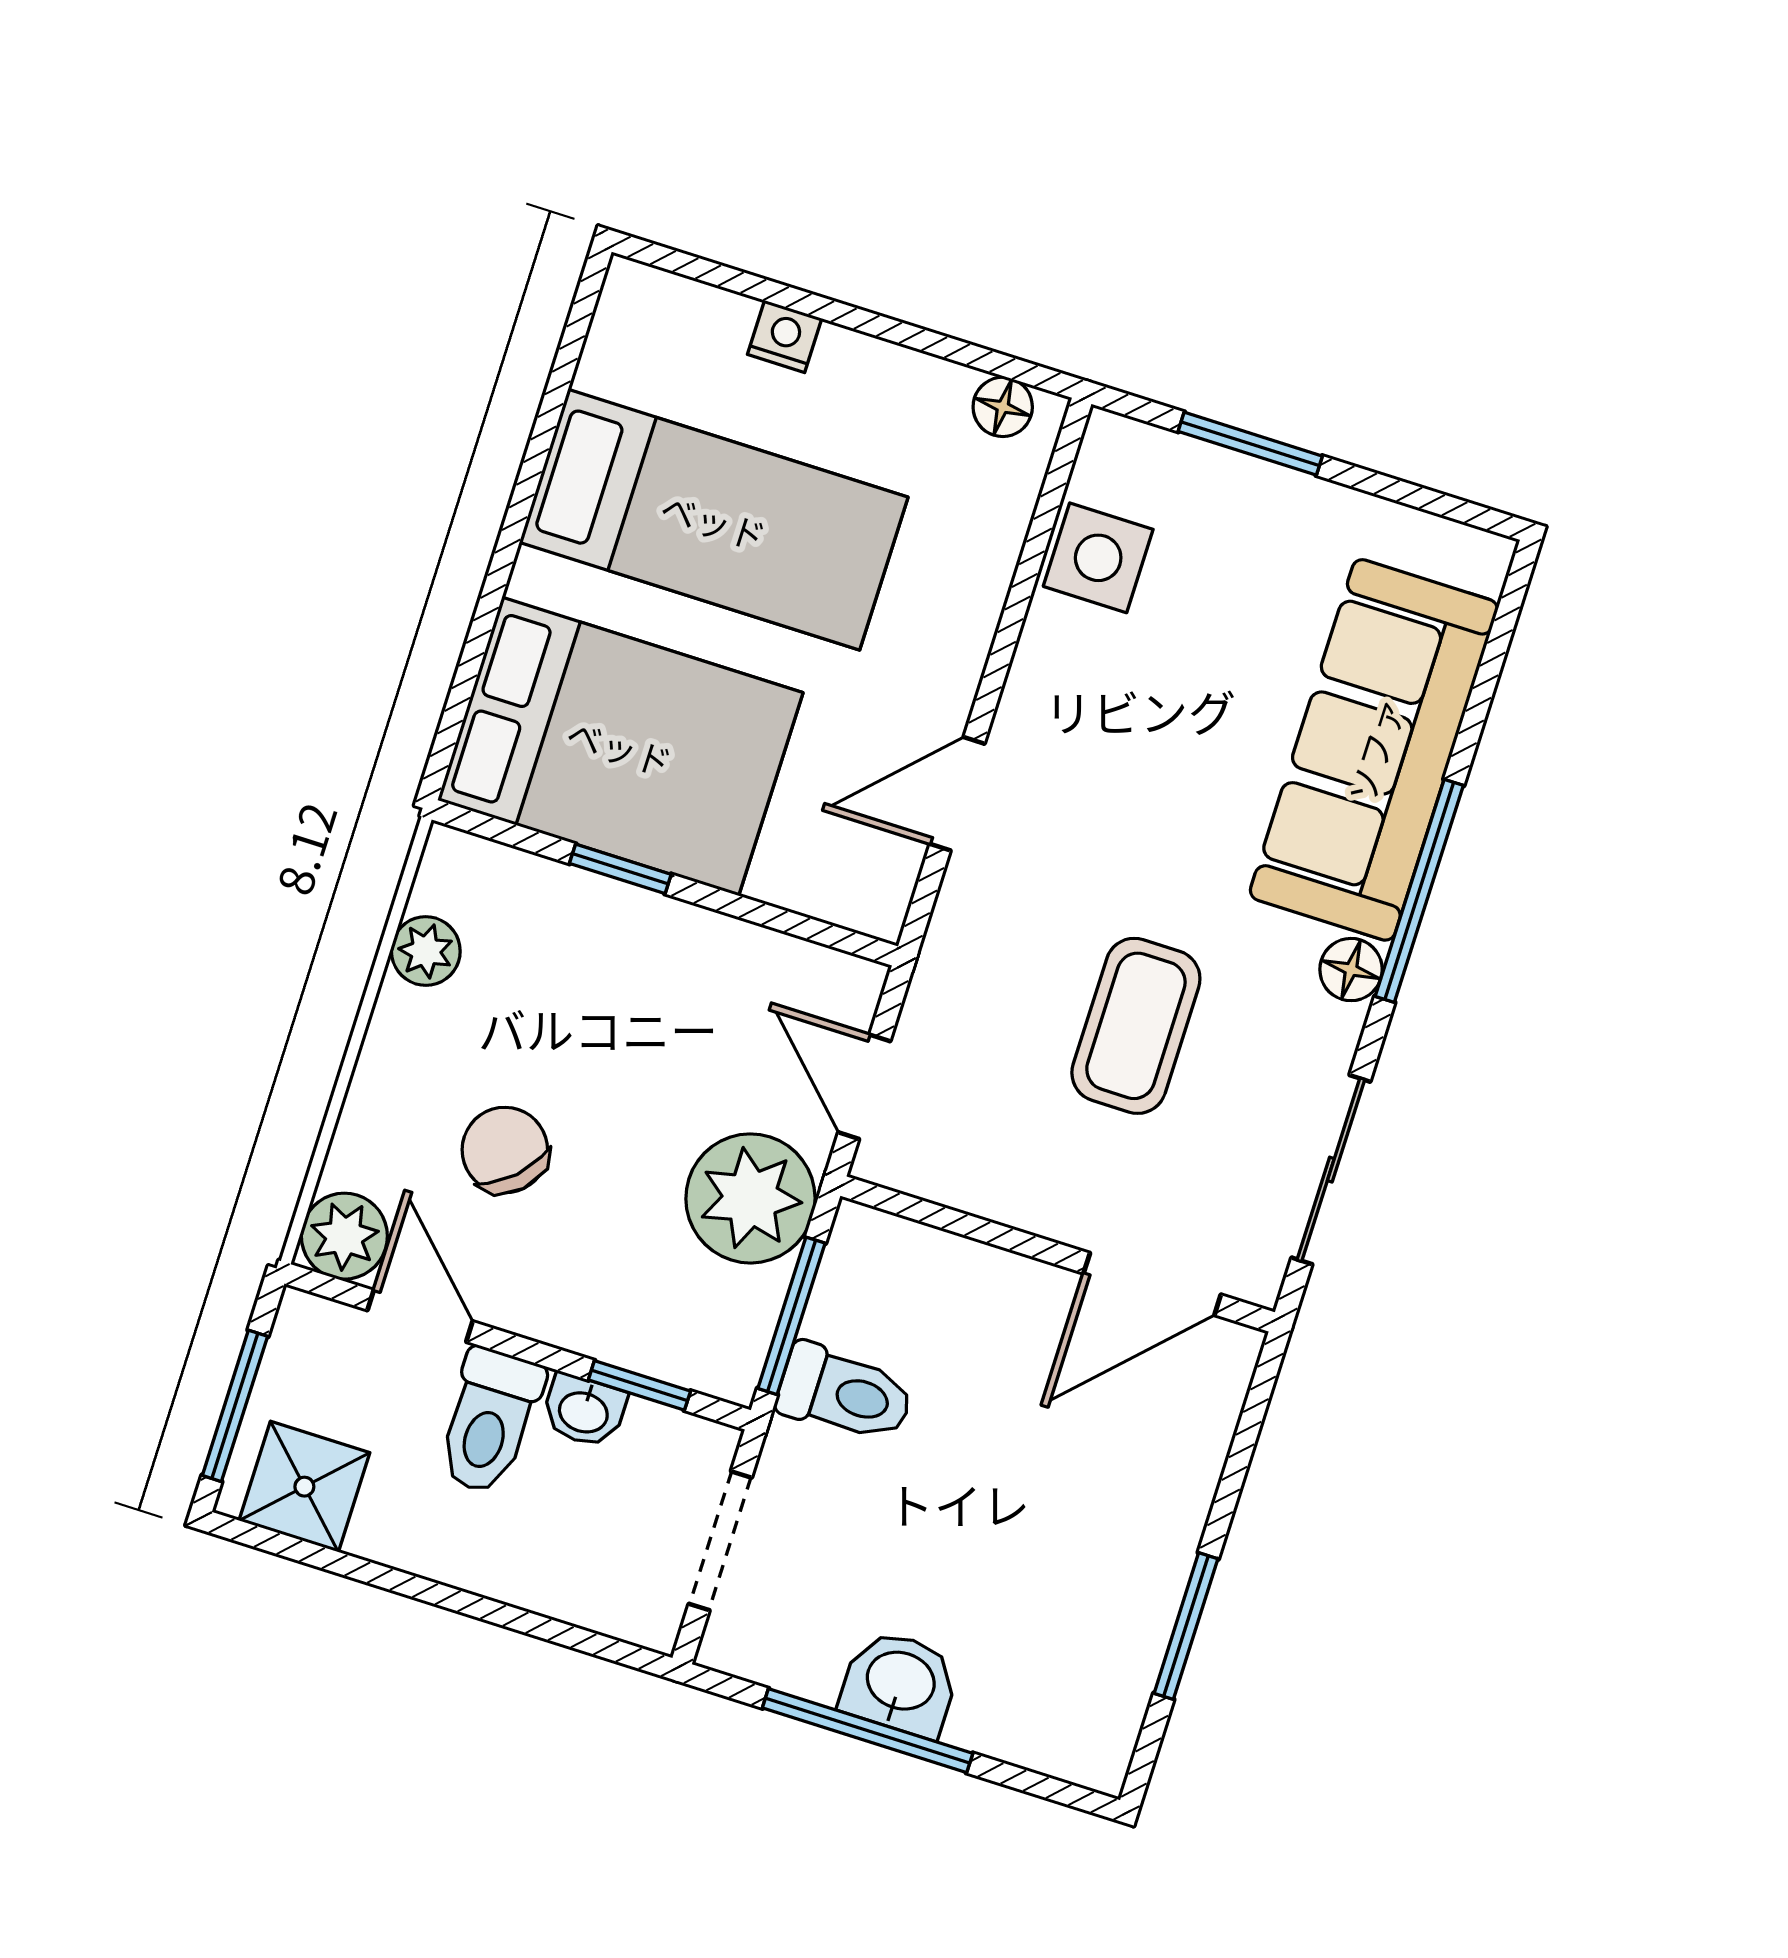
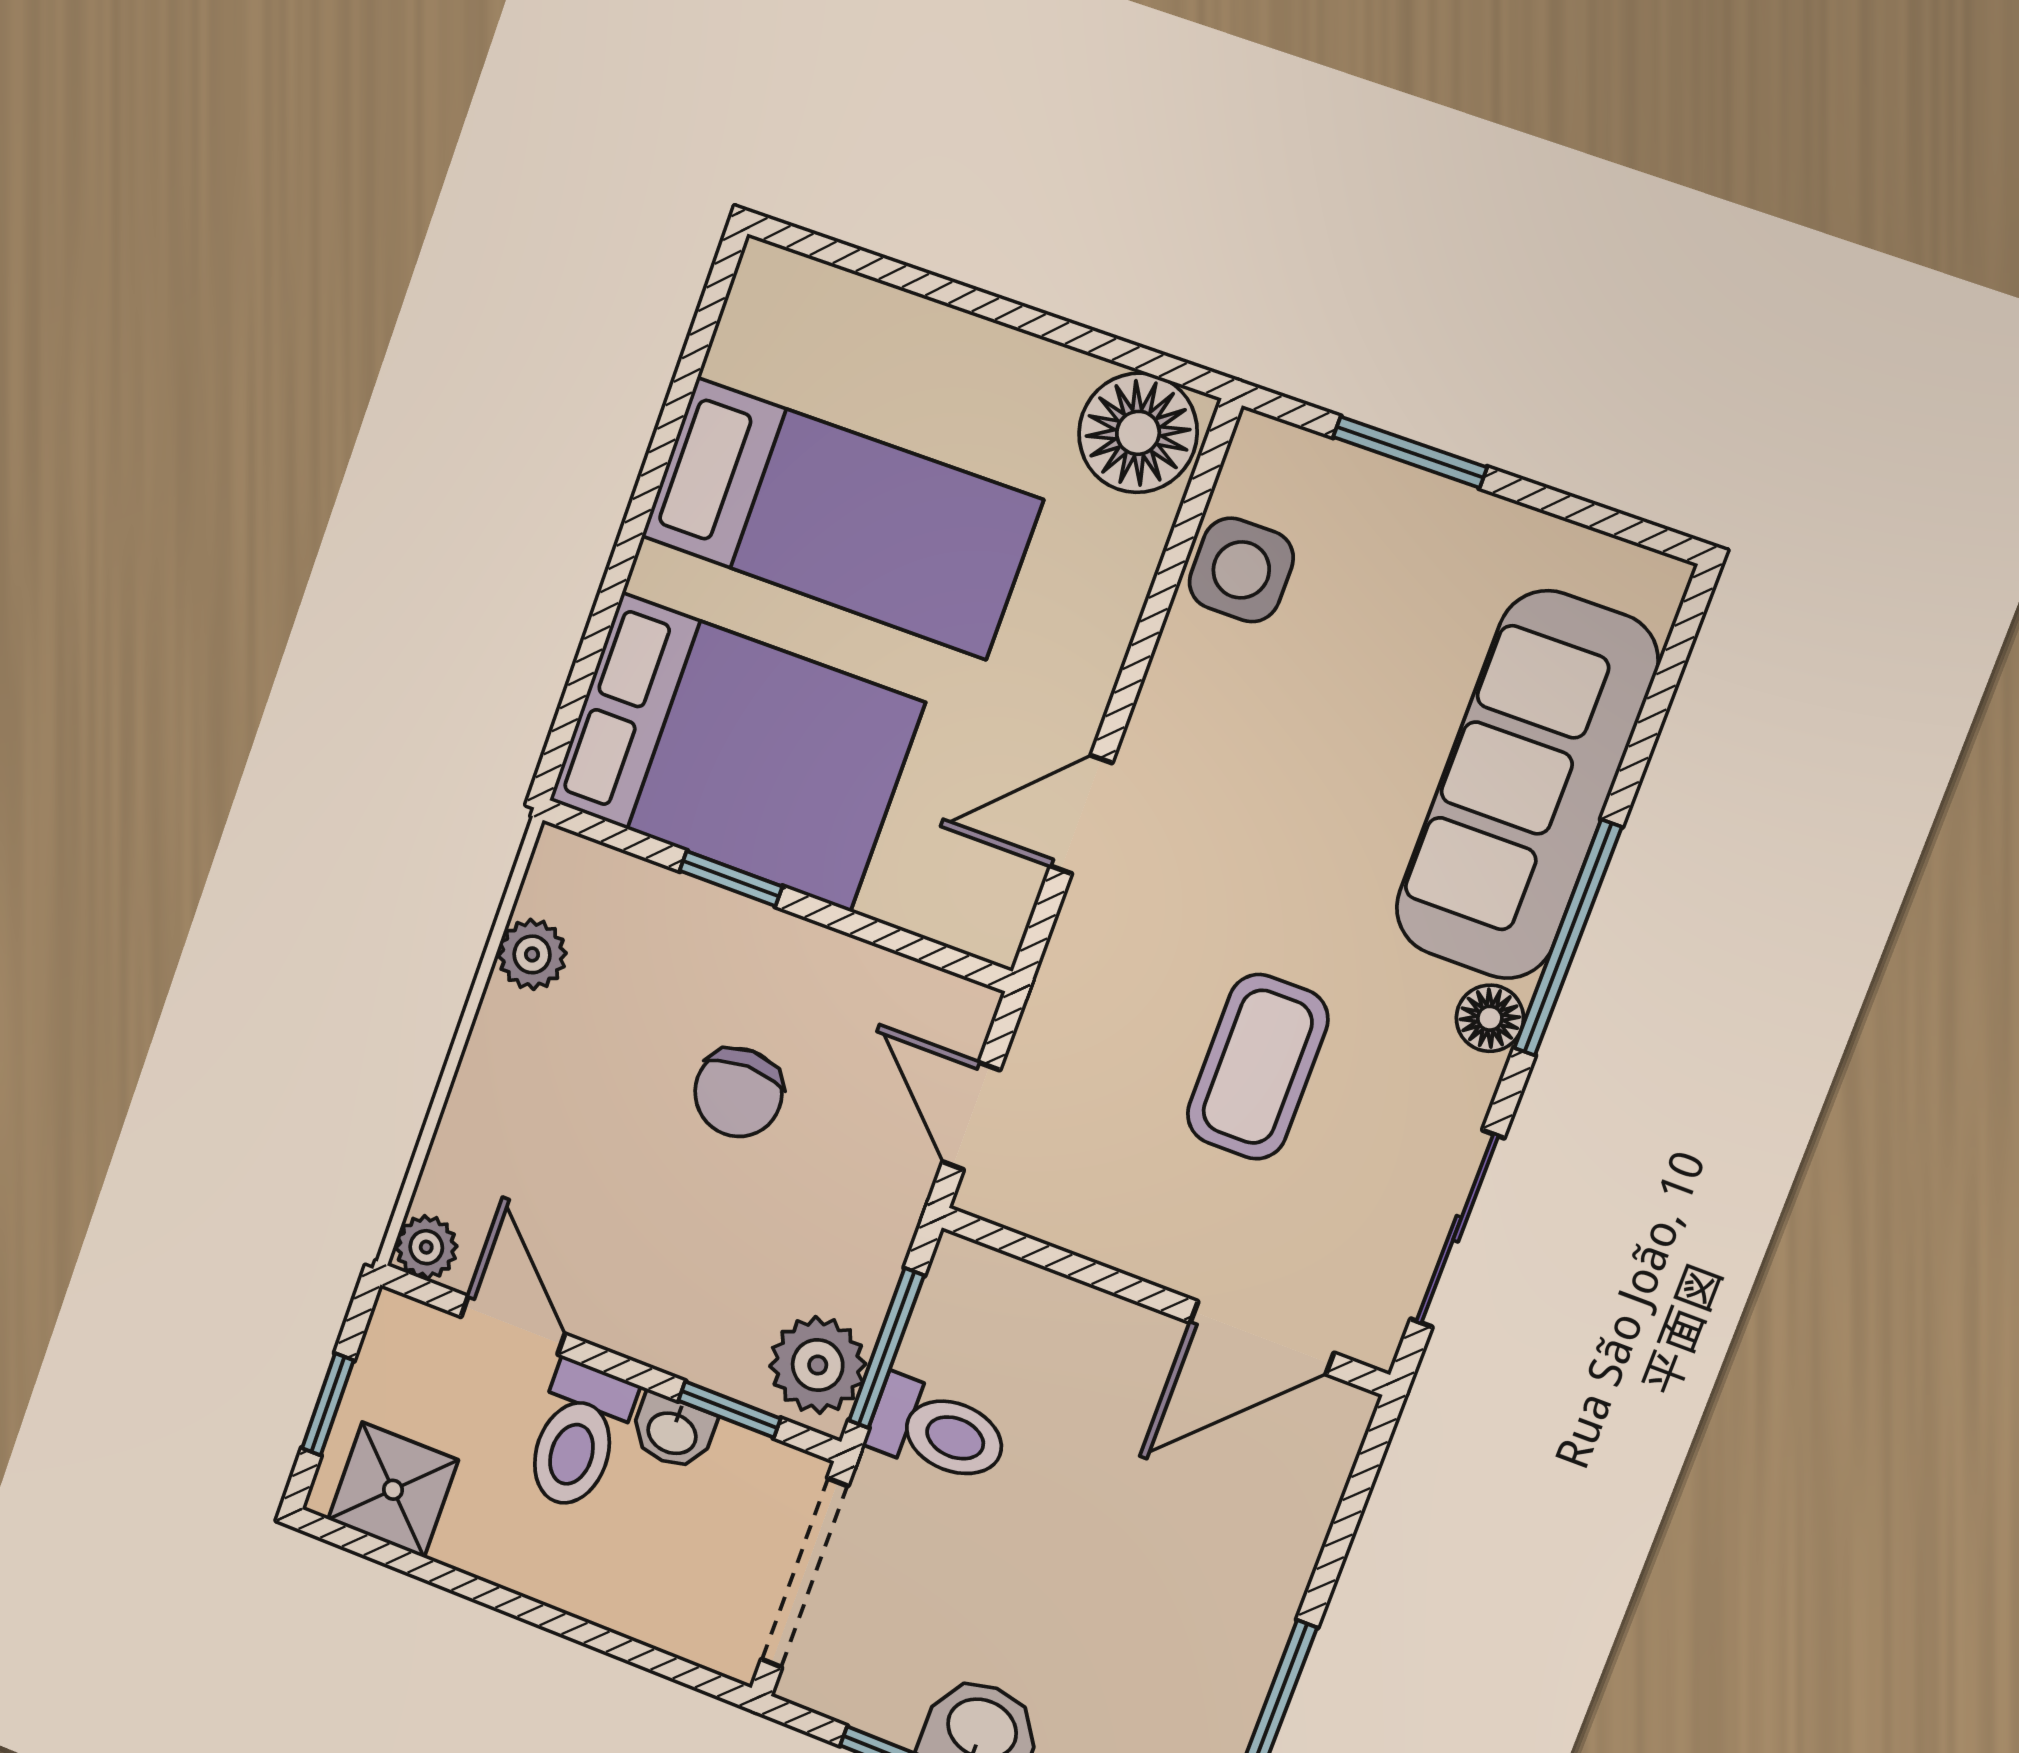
nightstand: (785, 336) -> (922, 326), removed
floor lamp: (1003, 407) -> (1138, 433), width x1.89, depth x1.89
chair: (505, 1150) -> (738, 1093), moved, turned -136
plant: (750, 1198) -> (818, 1365), moved, width x0.73, depth x0.73
plant: (344, 1236) -> (426, 1247), width x0.73, depth x0.73
window: (235, 1406) -> (328, 1404), width x0.67
doorway: (720, 1541) -> (805, 1573), width x1.38

